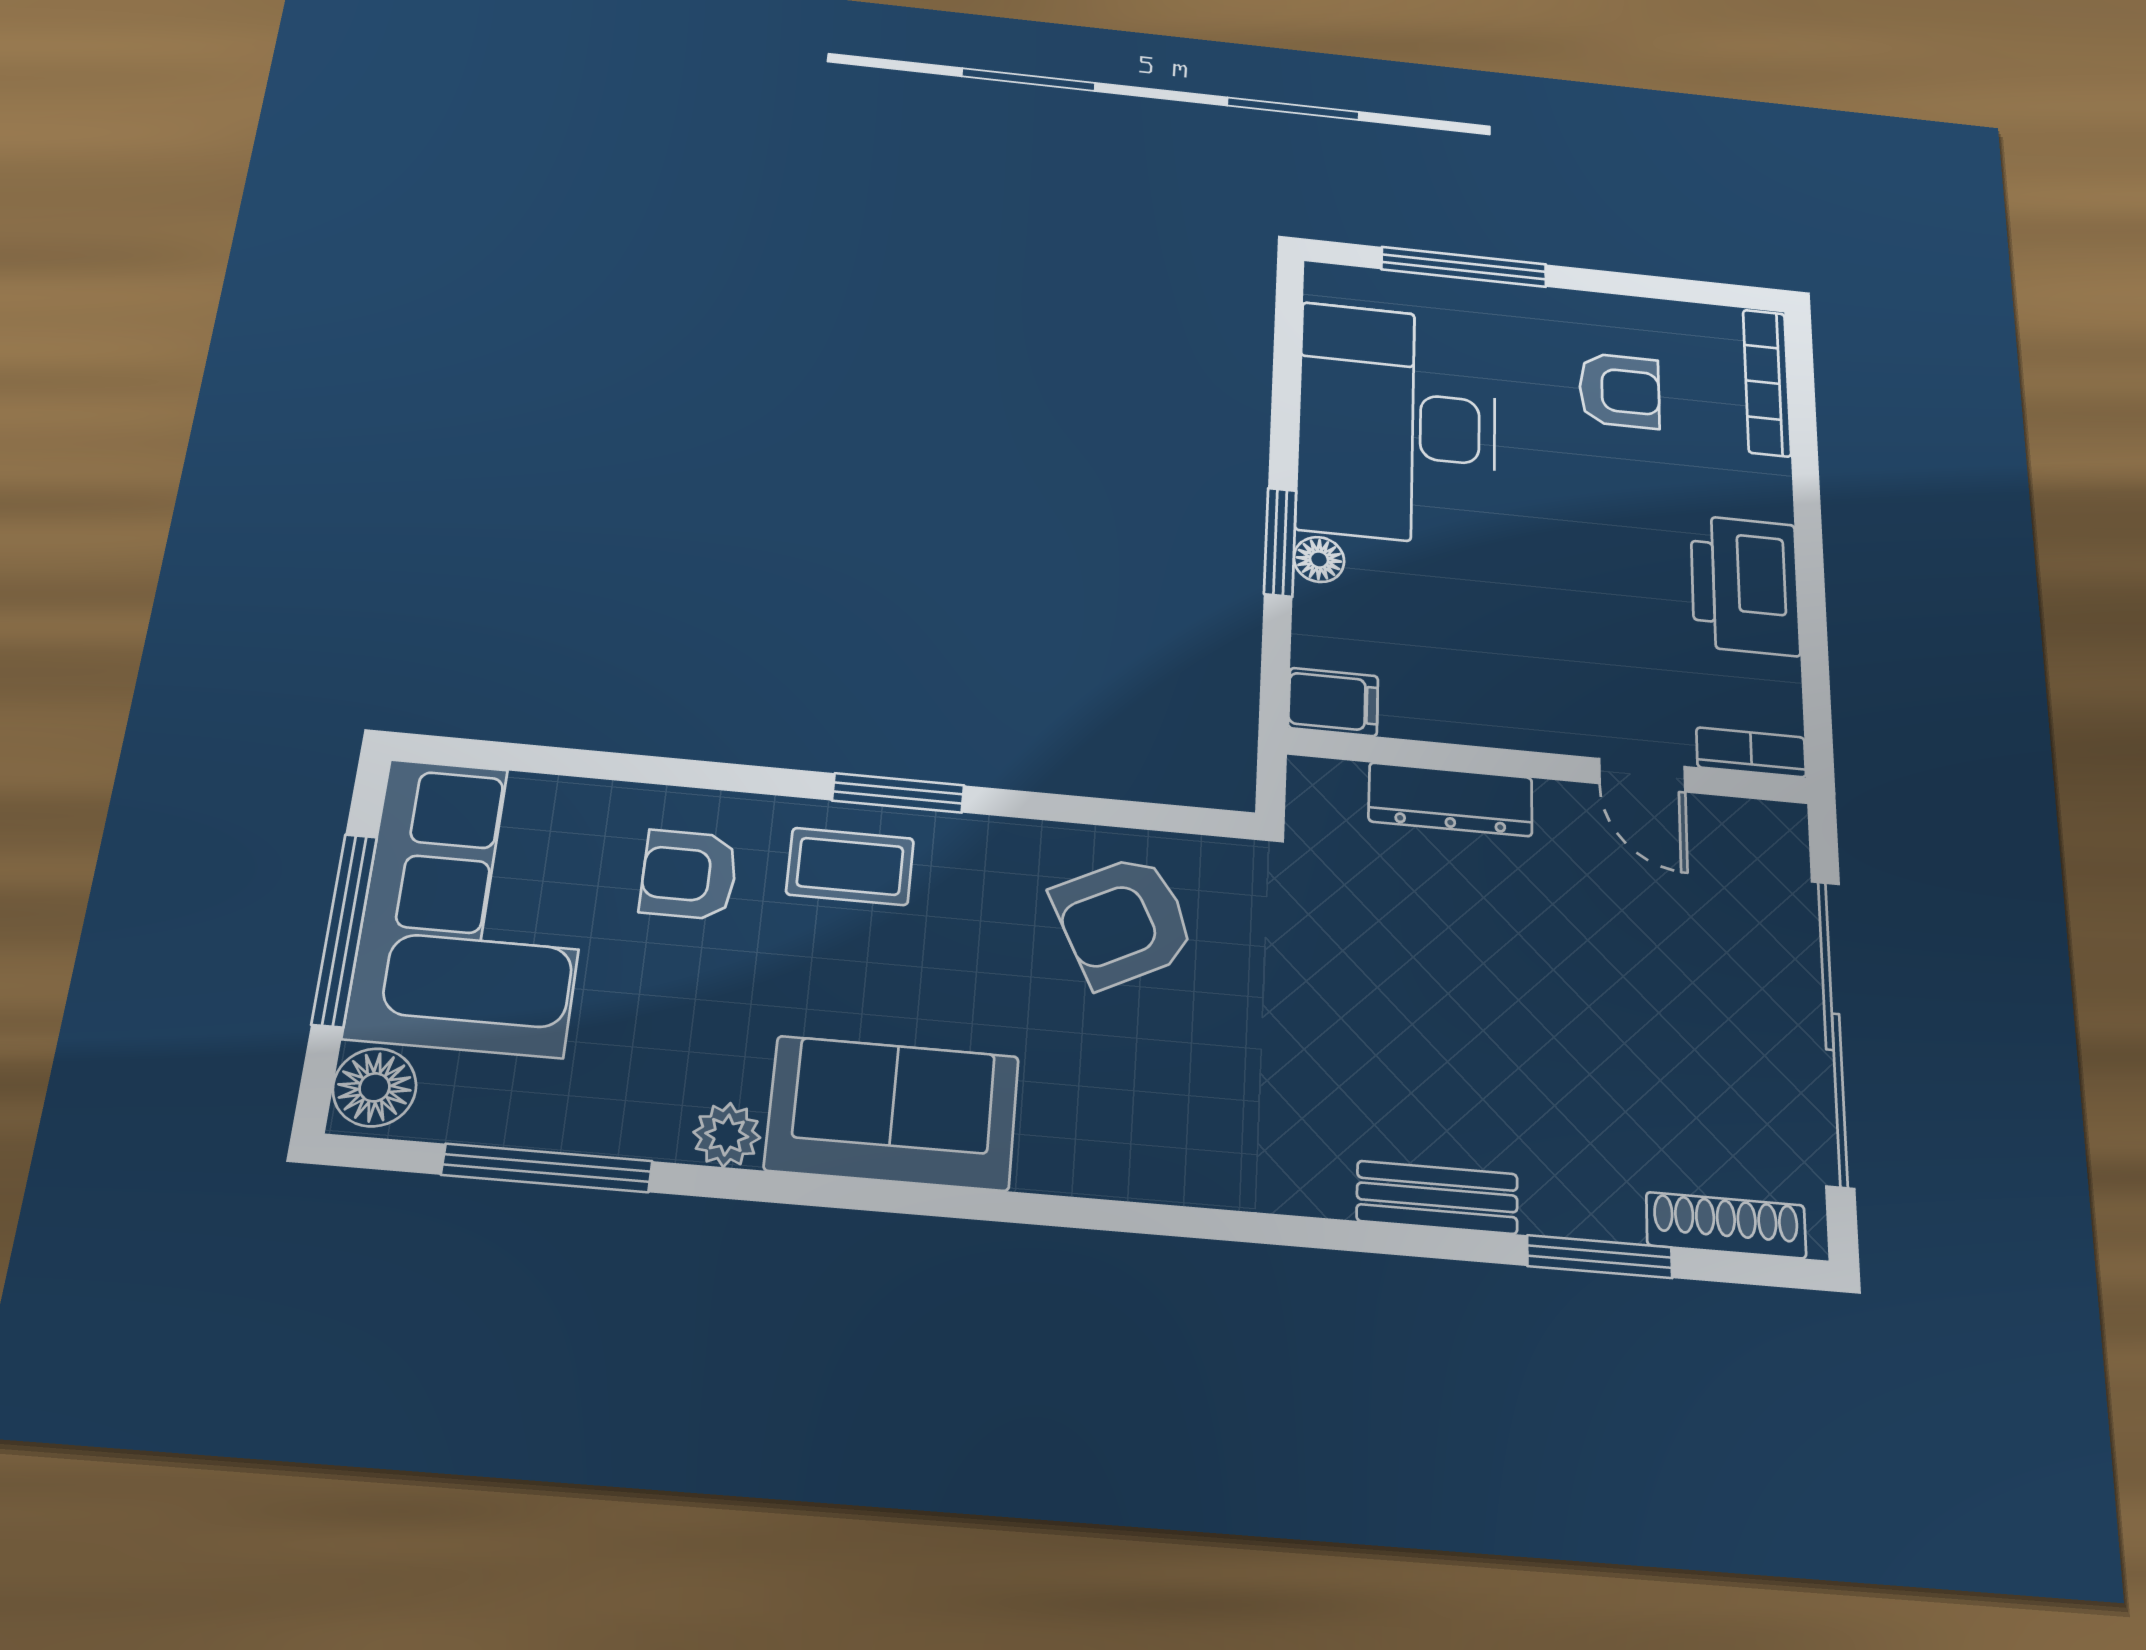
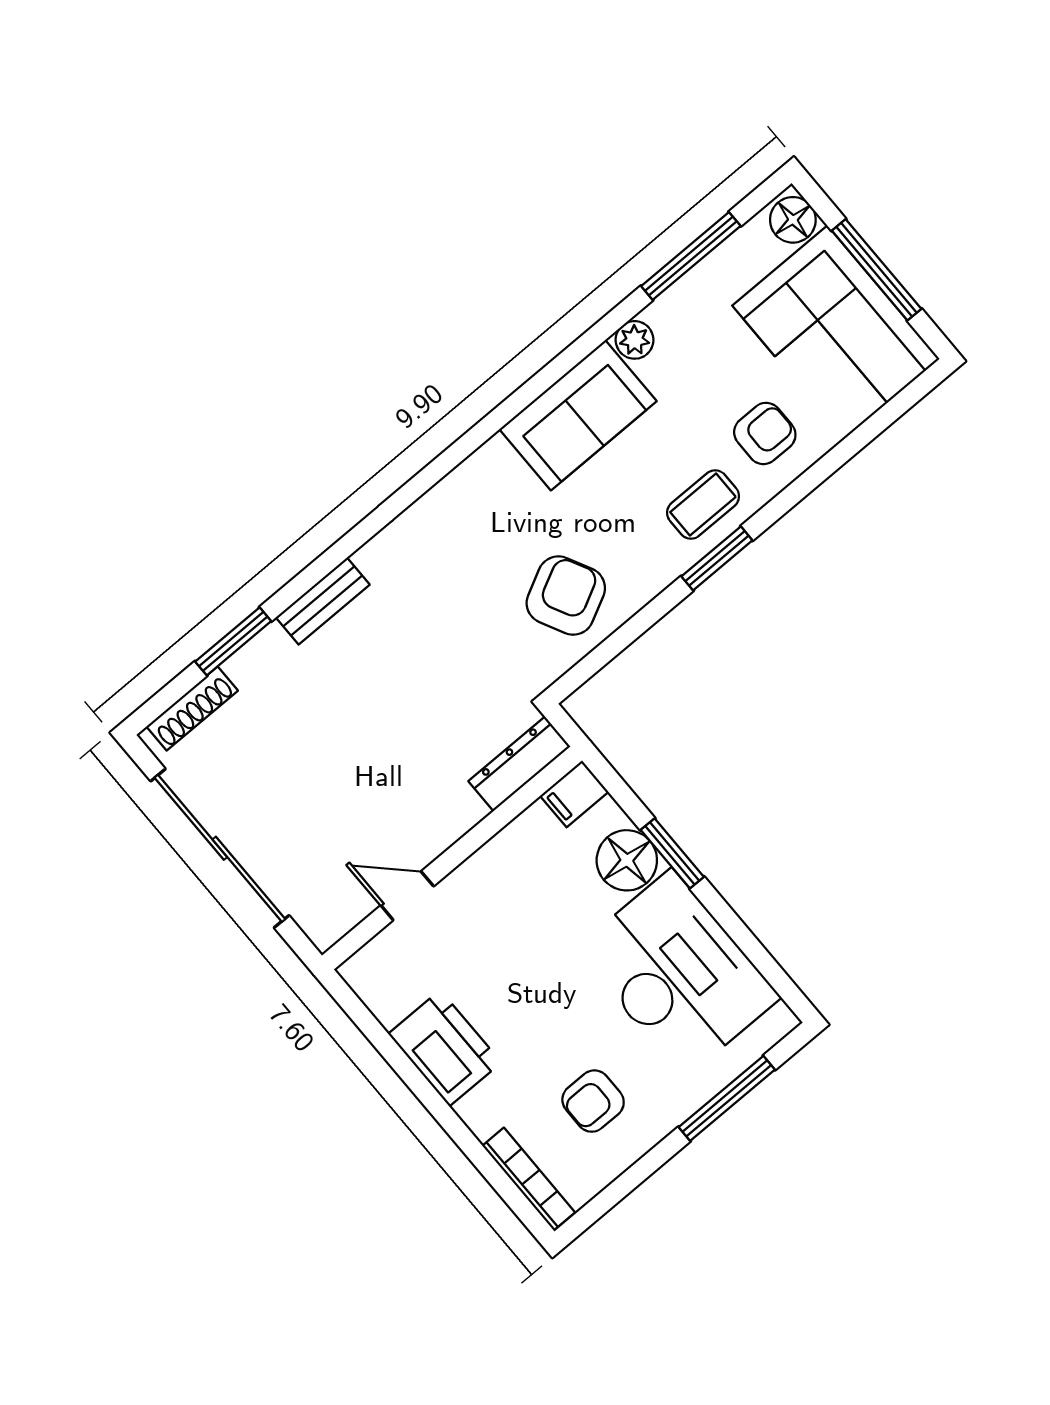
floor lamp: (1319, 559) -> (627, 860), width x1.89, depth x1.89
bookcase: (1751, 752) -> (369, 958), removed
dresser: (1451, 799) -> (519, 764), moved

